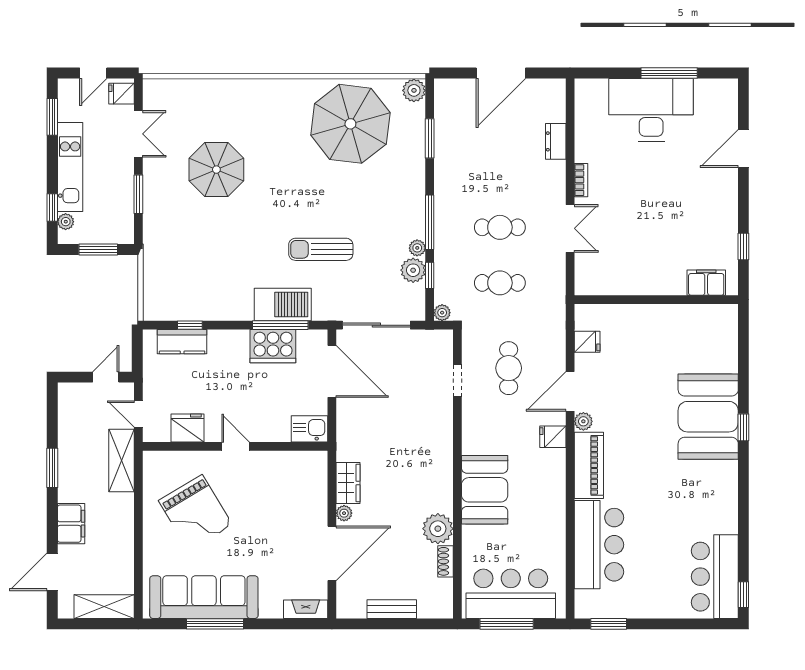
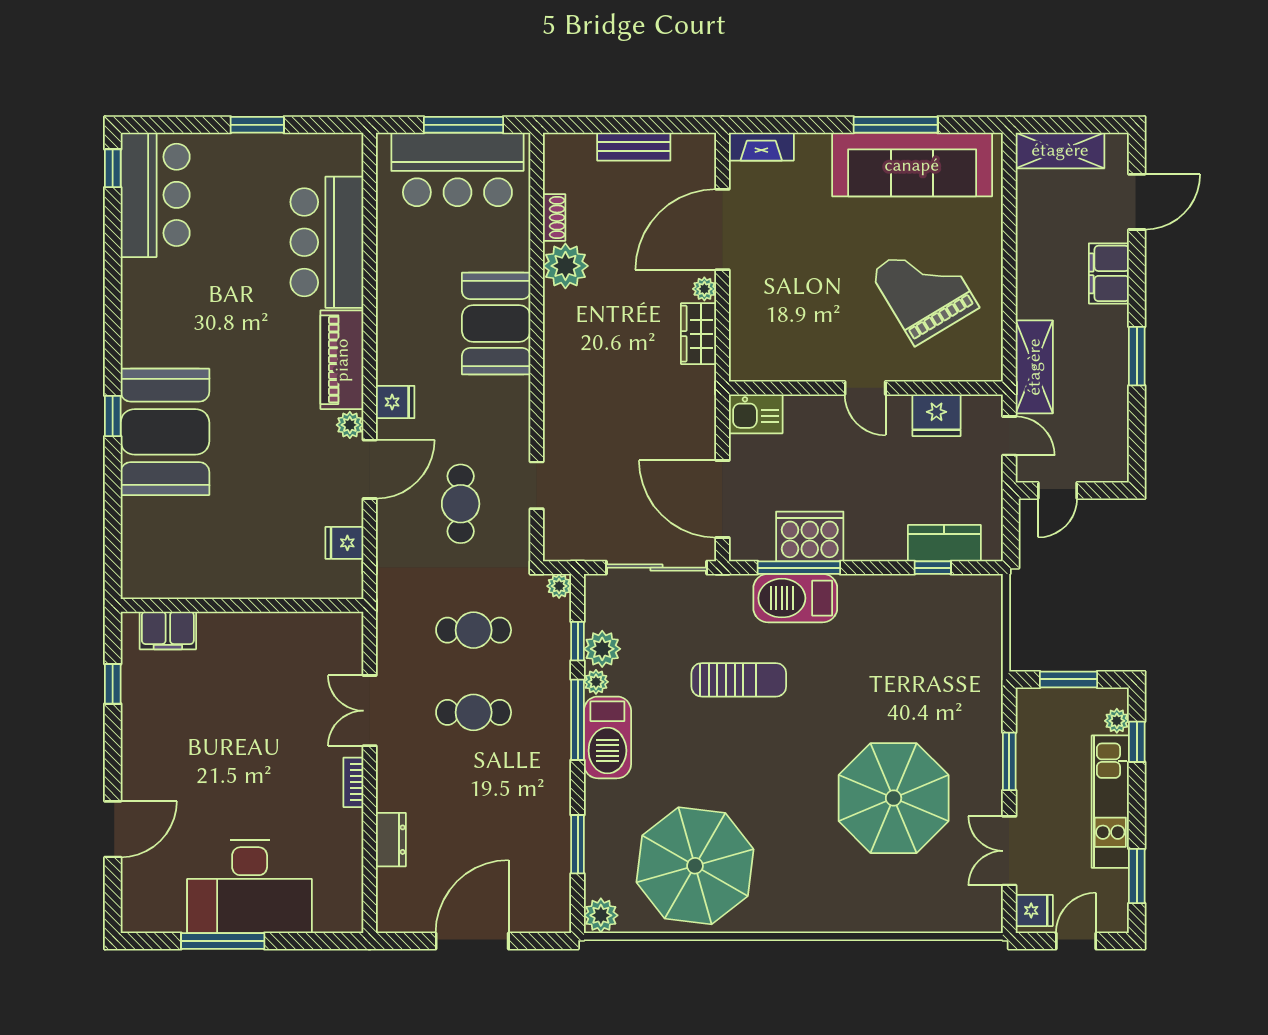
parasol: (216, 170) -> (894, 798), width x1.36, depth x1.36
barbecue: (410, 210) -> (607, 737), added
window: (609, 624) -> (257, 125), moved

